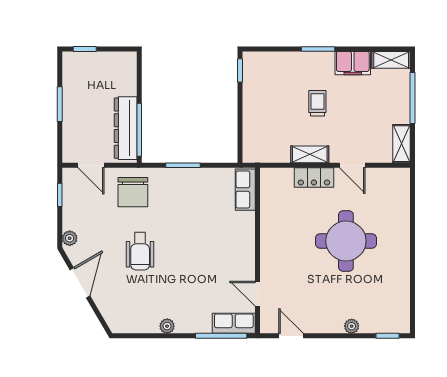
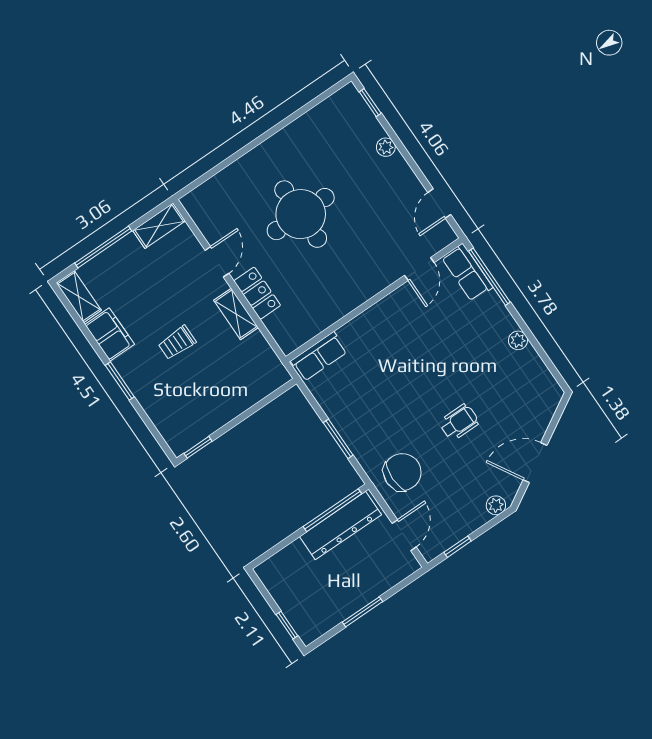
wheelchair: (140, 251) -> (459, 422), width x0.73, depth x0.73

